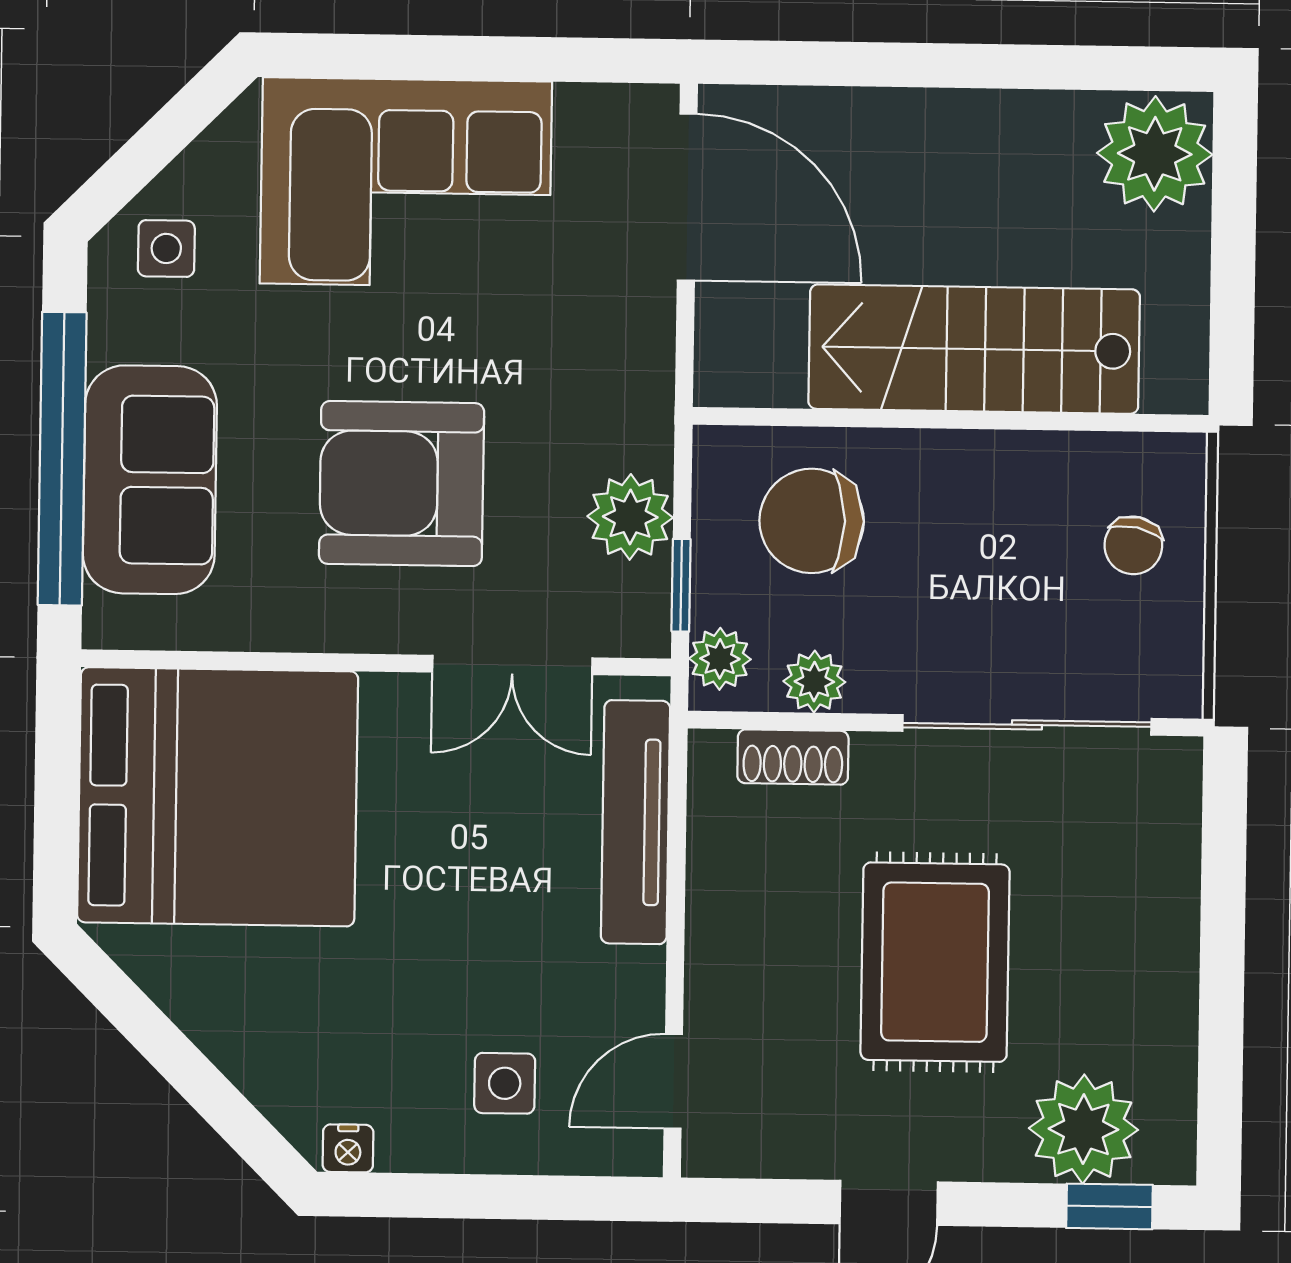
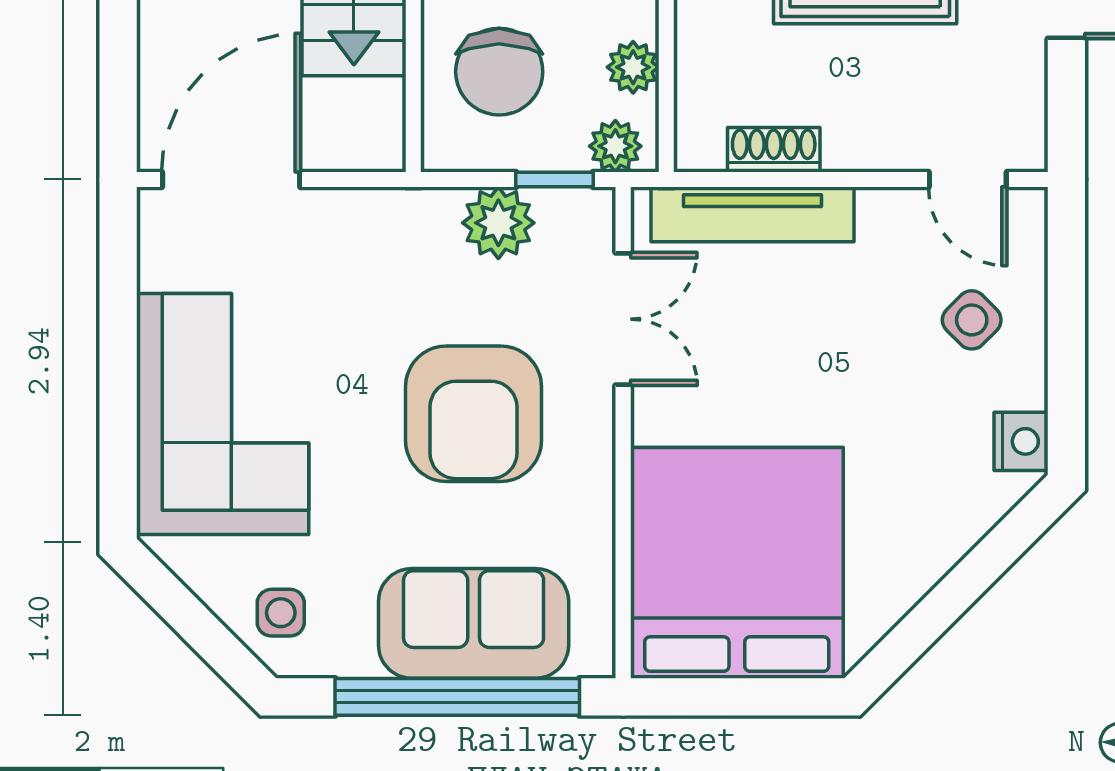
shoe rack: (793, 757) -> (774, 150), moved, turned -90
side table: (505, 1083) -> (972, 320), turned 45
nightstand: (348, 1148) -> (1021, 441), width x1.39, depth x1.35

